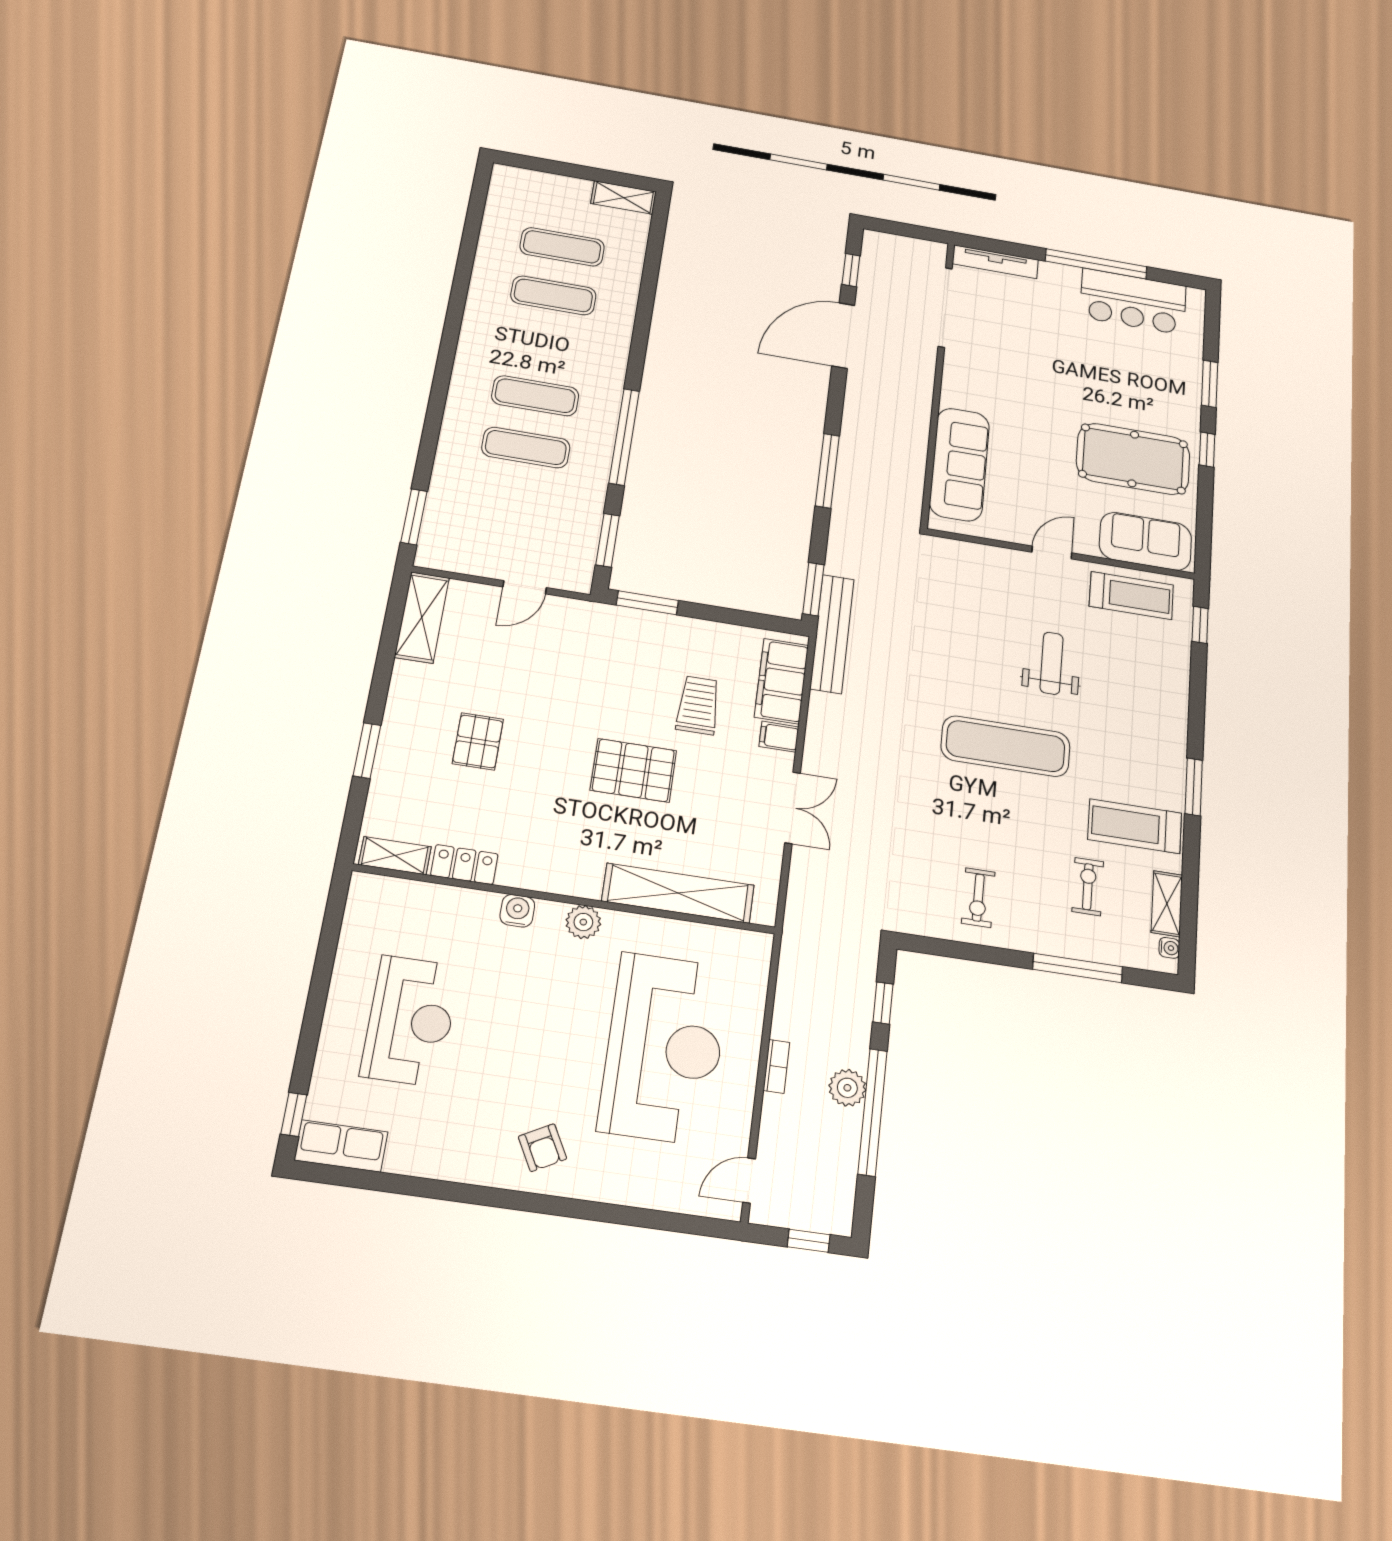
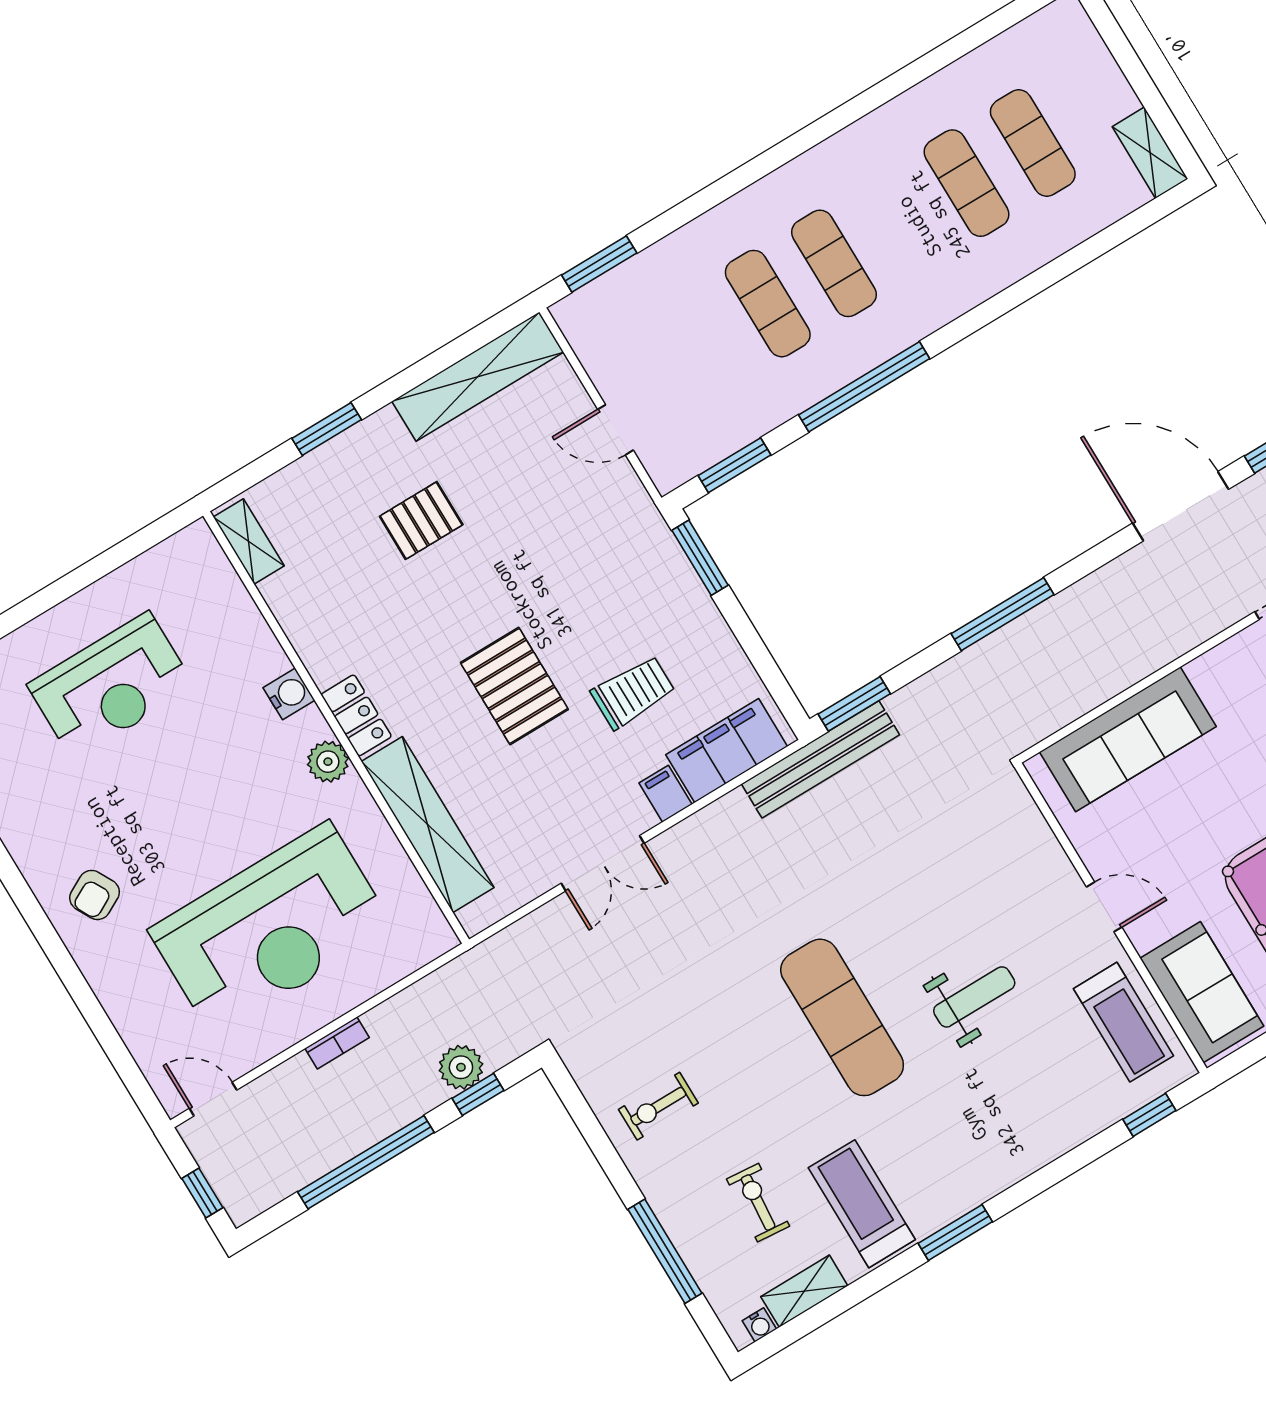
shelving: (422, 617) -> (478, 377), width x1.47
locker: (464, 865) -> (356, 715), moved
exercise bike: (1088, 887) -> (758, 1203), turned -85
plant: (847, 1088) -> (461, 1067), moved

